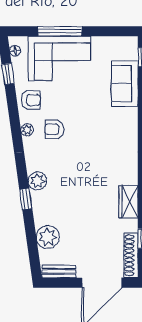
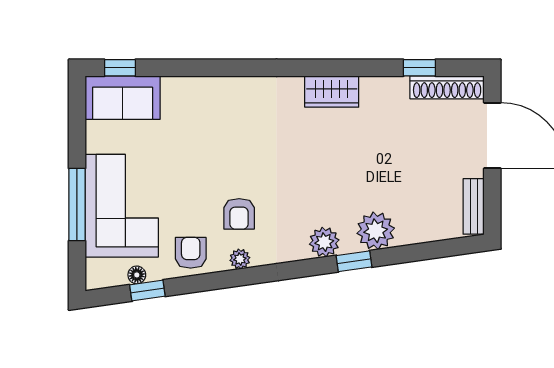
floor lamp: (15, 51) -> (137, 275), moved
sofa: (125, 84) -> (123, 98), moved
wardrobe: (129, 202) -> (332, 91), moved
plant: (48, 237) -> (376, 231), moved

